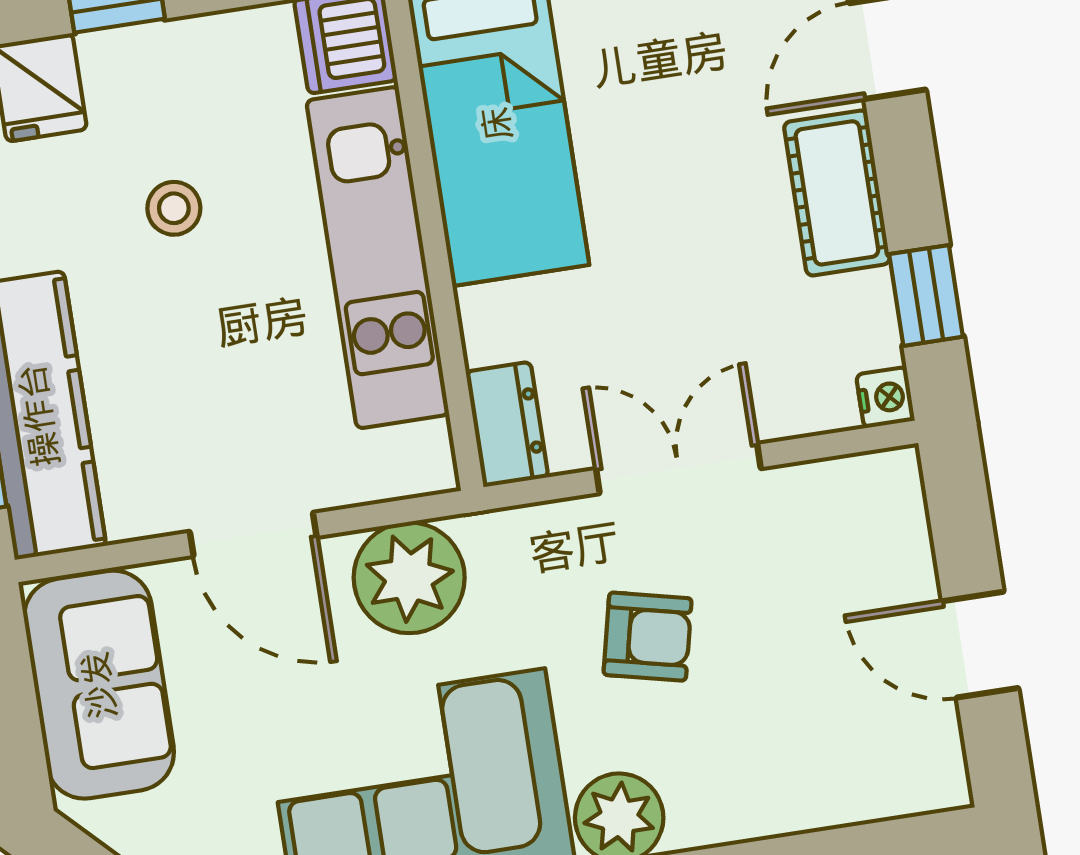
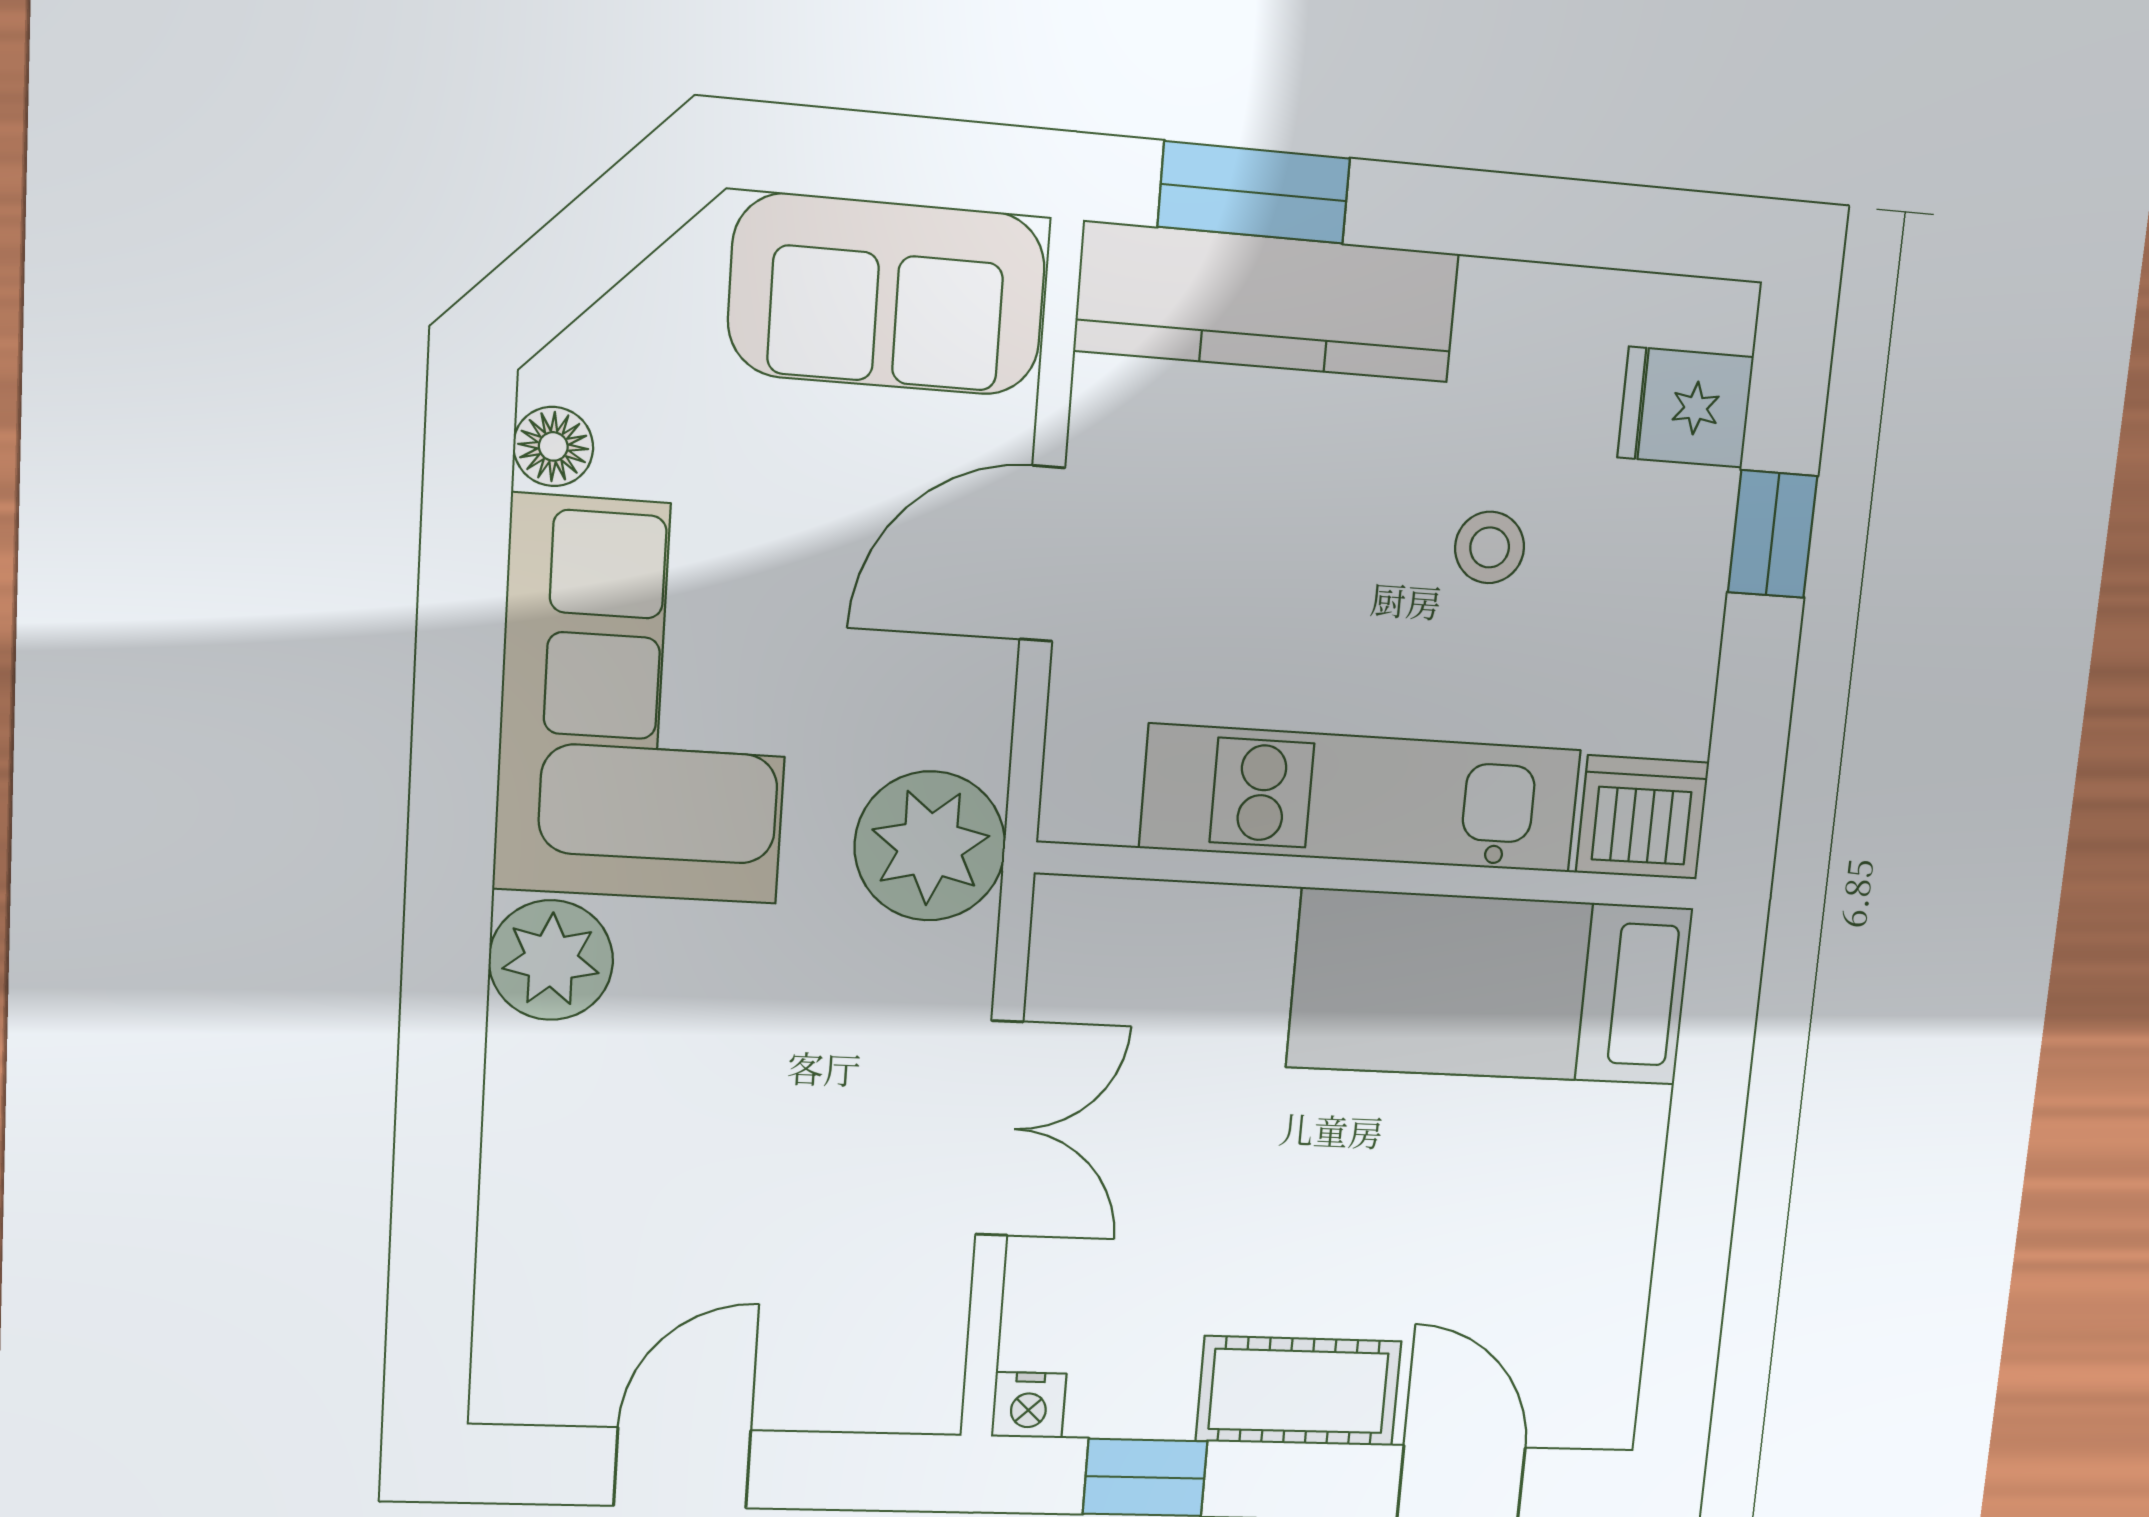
dresser: (507, 424) -> (1108, 920), removed
plant: (409, 578) -> (930, 846), moved
armchair: (648, 637) -> (788, 1046), removed

